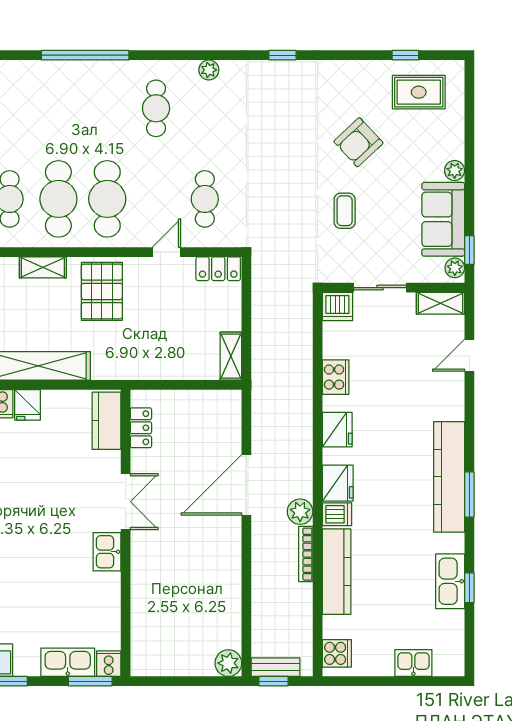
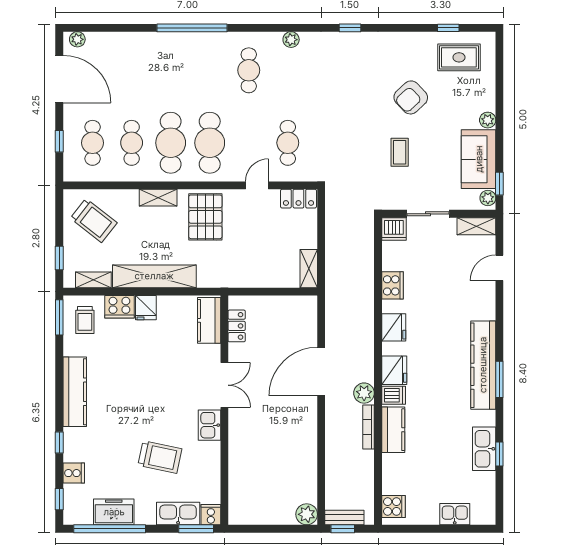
kitchen counter: (337, 572) -> (393, 430), width x0.67
trolley: (45, 592) -> (160, 457), added

